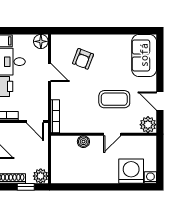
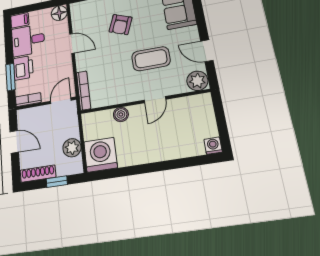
armchair: (83, 59) -> (121, 25), moved
door: (35, 122) -> (61, 101), swing flipped
washing machine: (131, 171) -> (100, 155), moved
plant: (41, 176) -> (72, 148), moved

